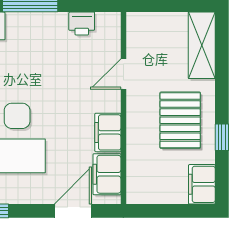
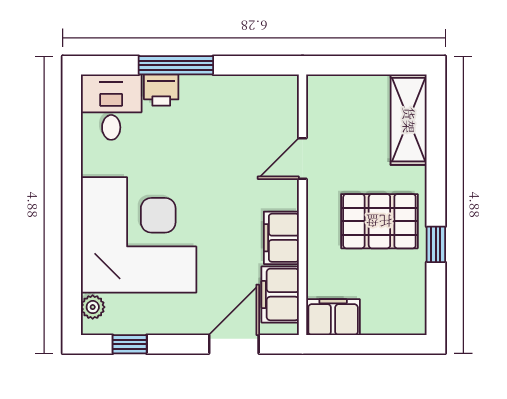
printer: (82, 23) -> (161, 90), moved
pallet: (180, 120) -> (379, 221), turned 90
filing cabinet: (202, 184) -> (333, 317), moved, turned 90

